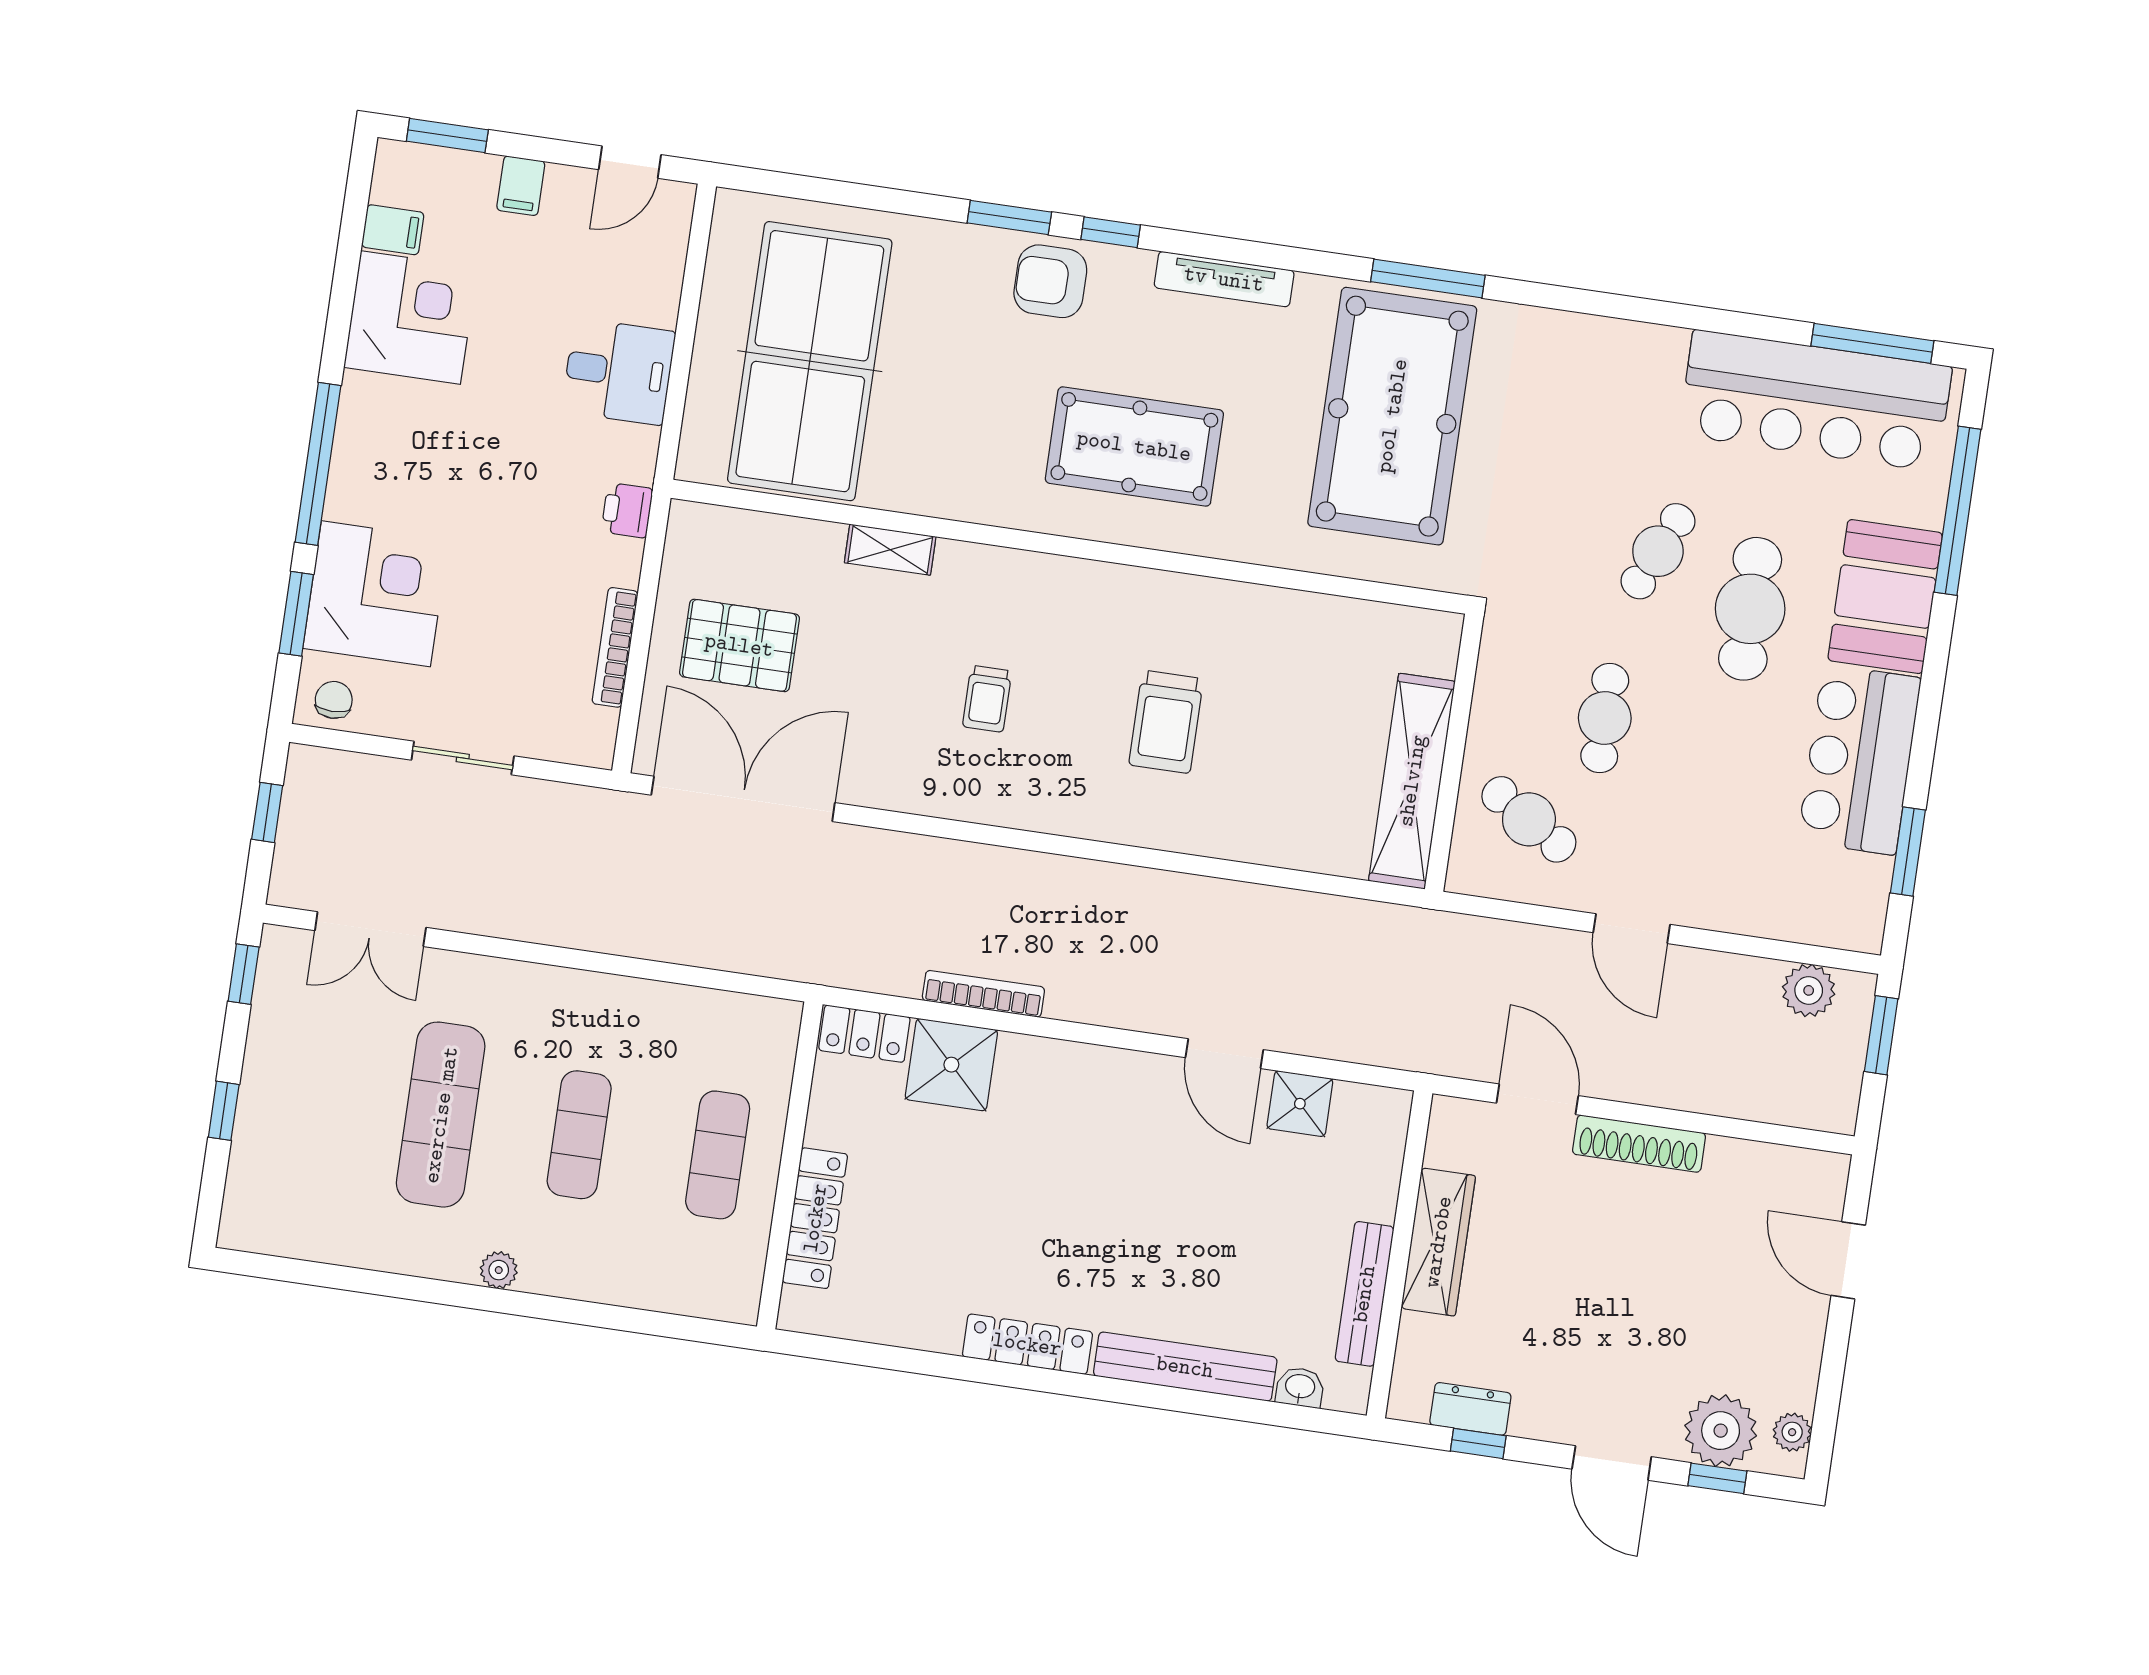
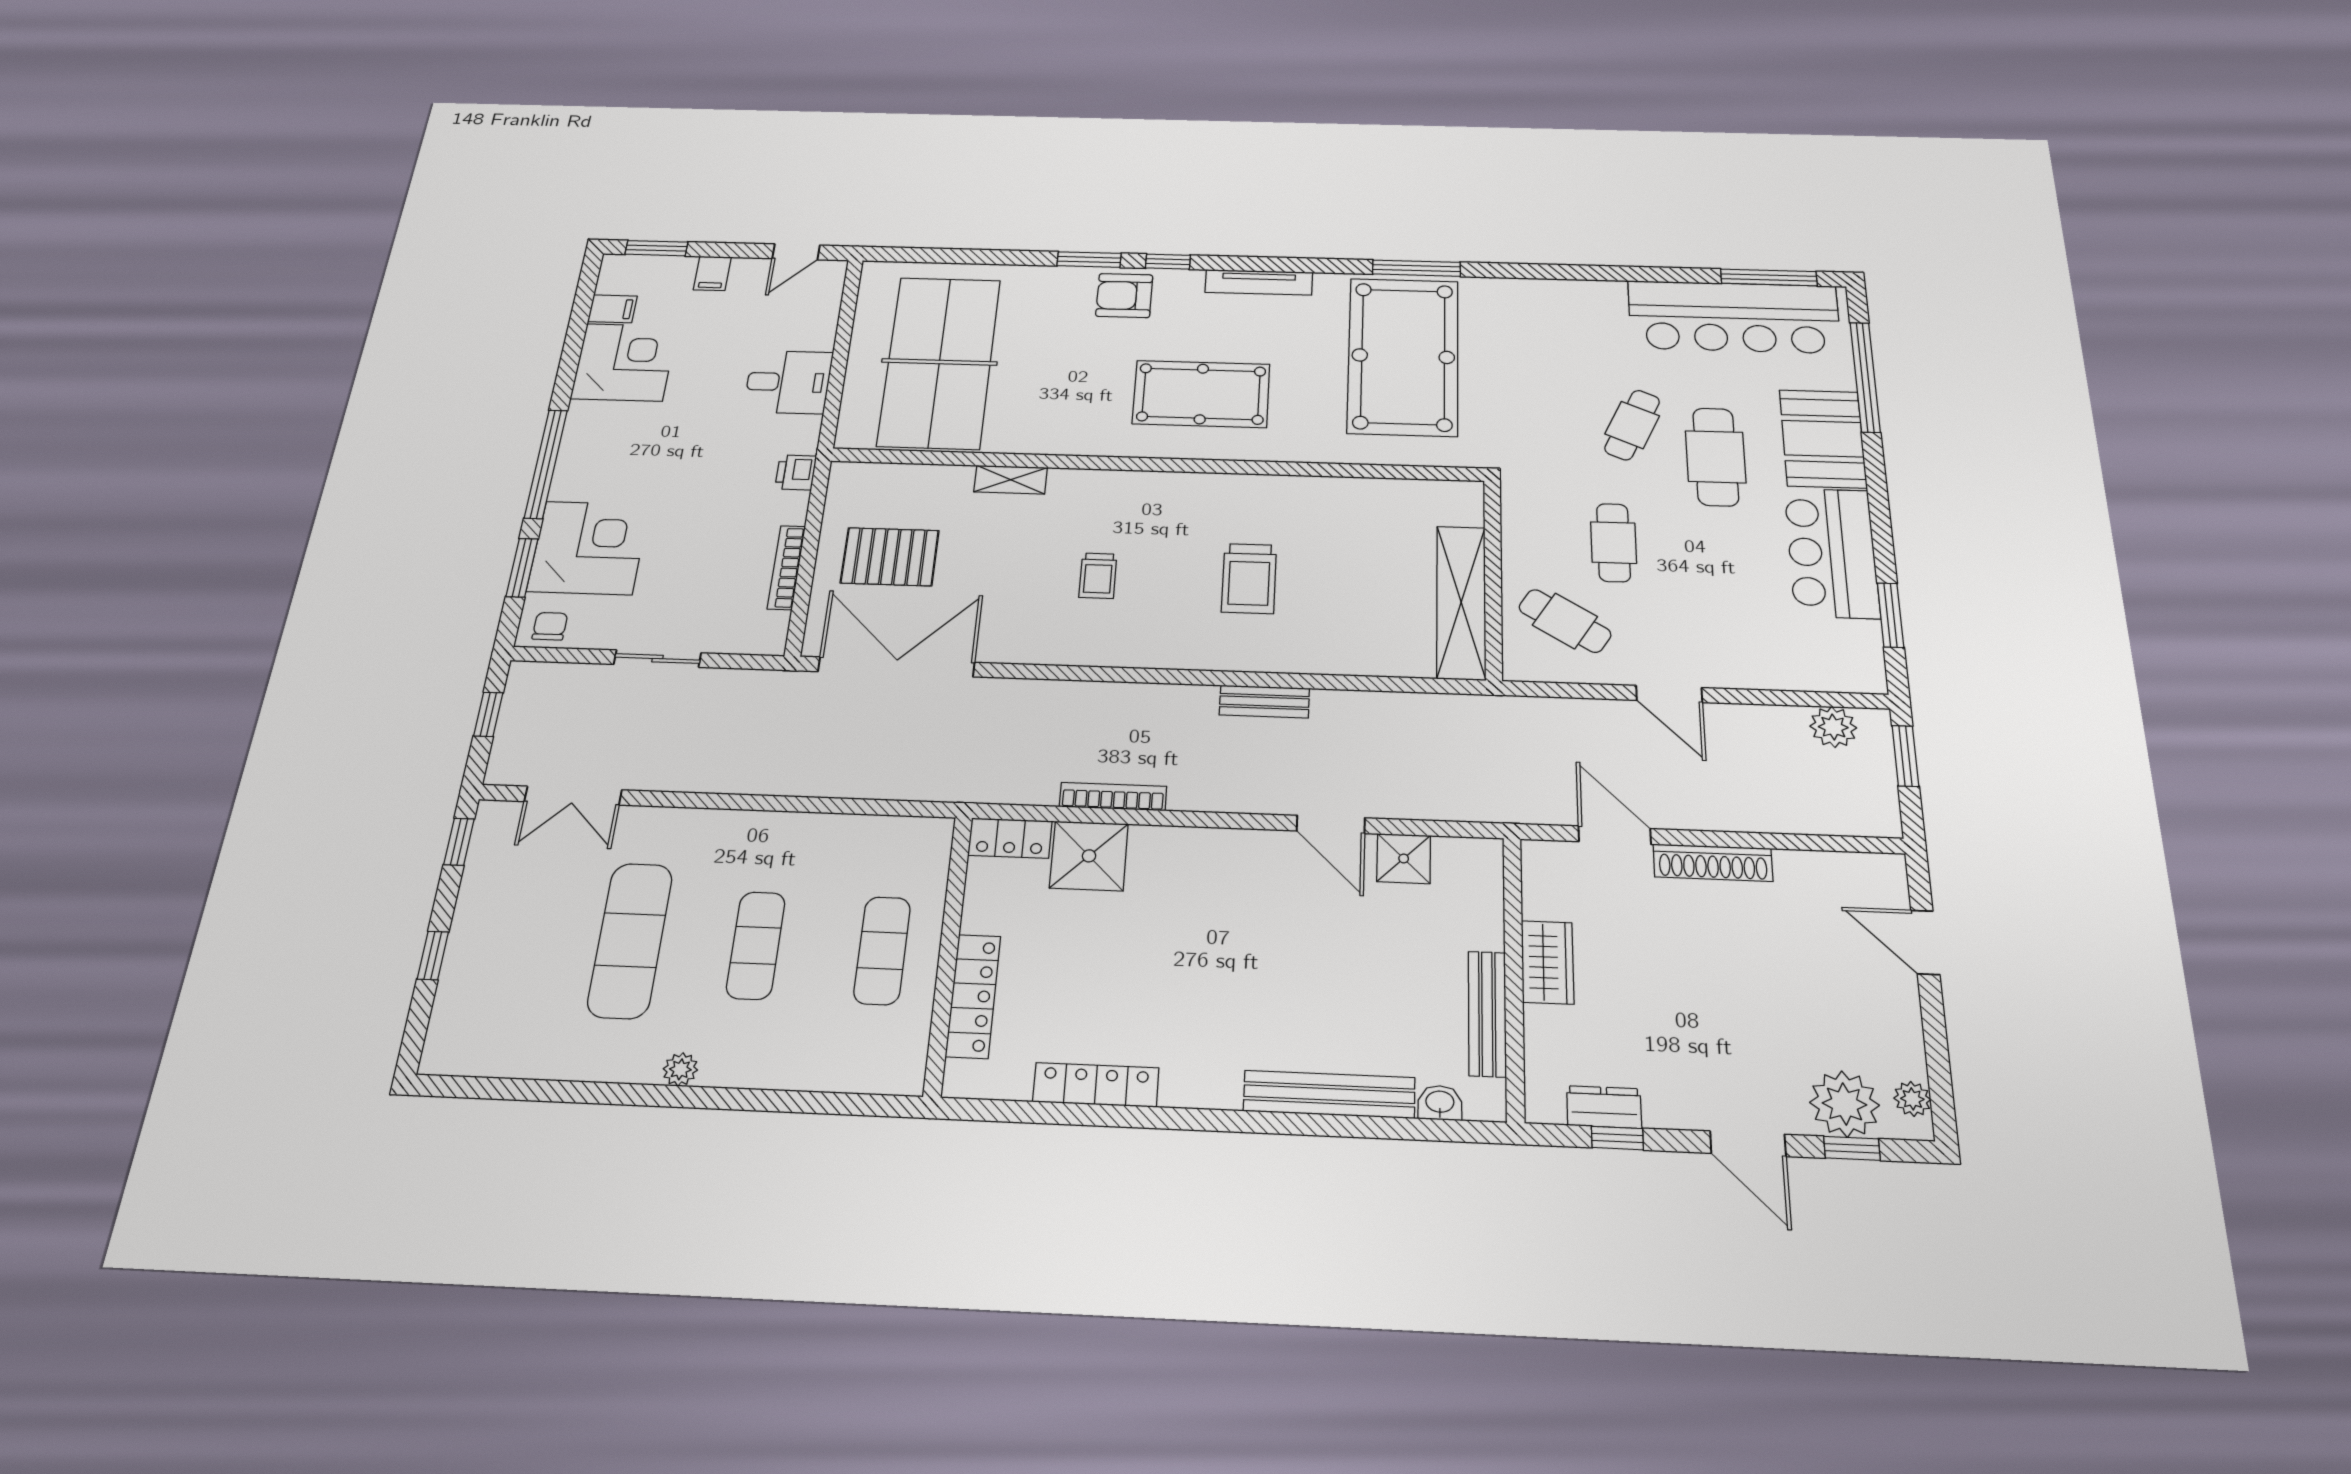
bench: (1167, 890) -> (1264, 702), added
wardrobe: (1438, 1242) -> (1548, 962), width x0.67
locker: (1027, 1344) -> (1096, 1085), moved

